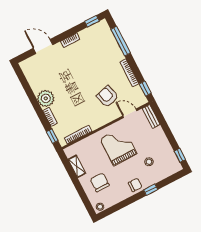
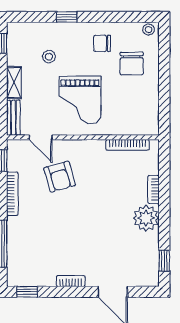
window: (52, 136) -> (164, 261), moved
shelving: (77, 166) -> (14, 83), moved
chair: (135, 185) -> (102, 43), moved

